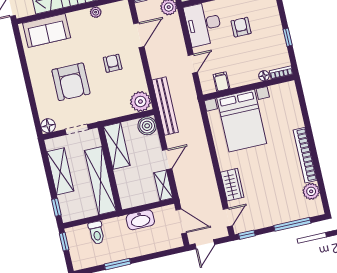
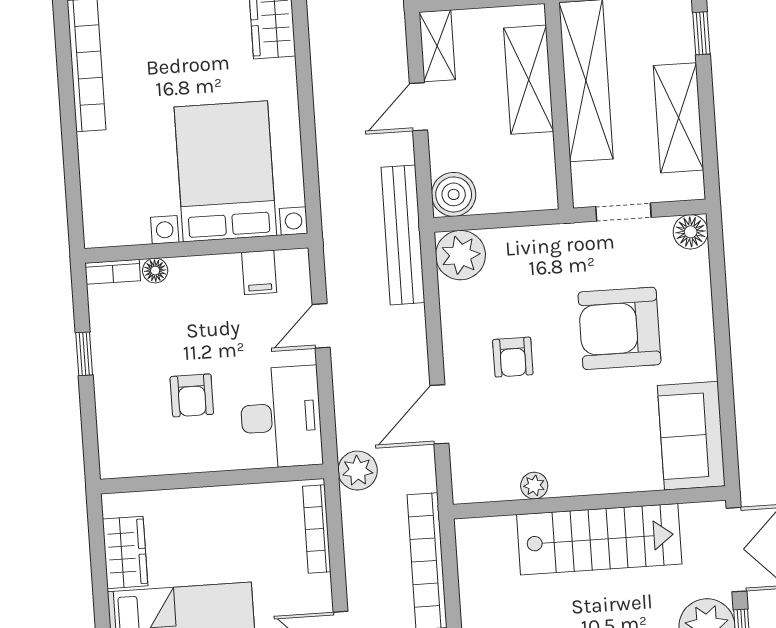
sofa: (47, 31) -> (691, 436), moved, turned -90
armchair: (71, 82) -> (619, 328), turned -90
shelving: (117, 146) -> (529, 80), moved

